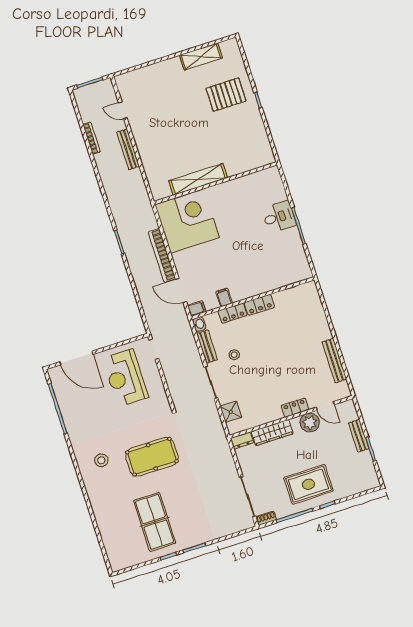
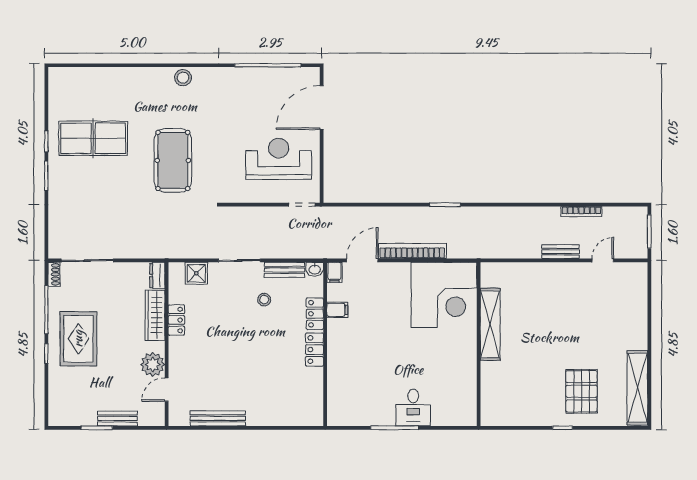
shelving: (201, 56) -> (637, 388), width x1.47
bench: (128, 149) -> (560, 252), width x0.73
locker: (295, 408) -> (176, 320), moved
stool: (101, 460) -> (183, 78), moved

